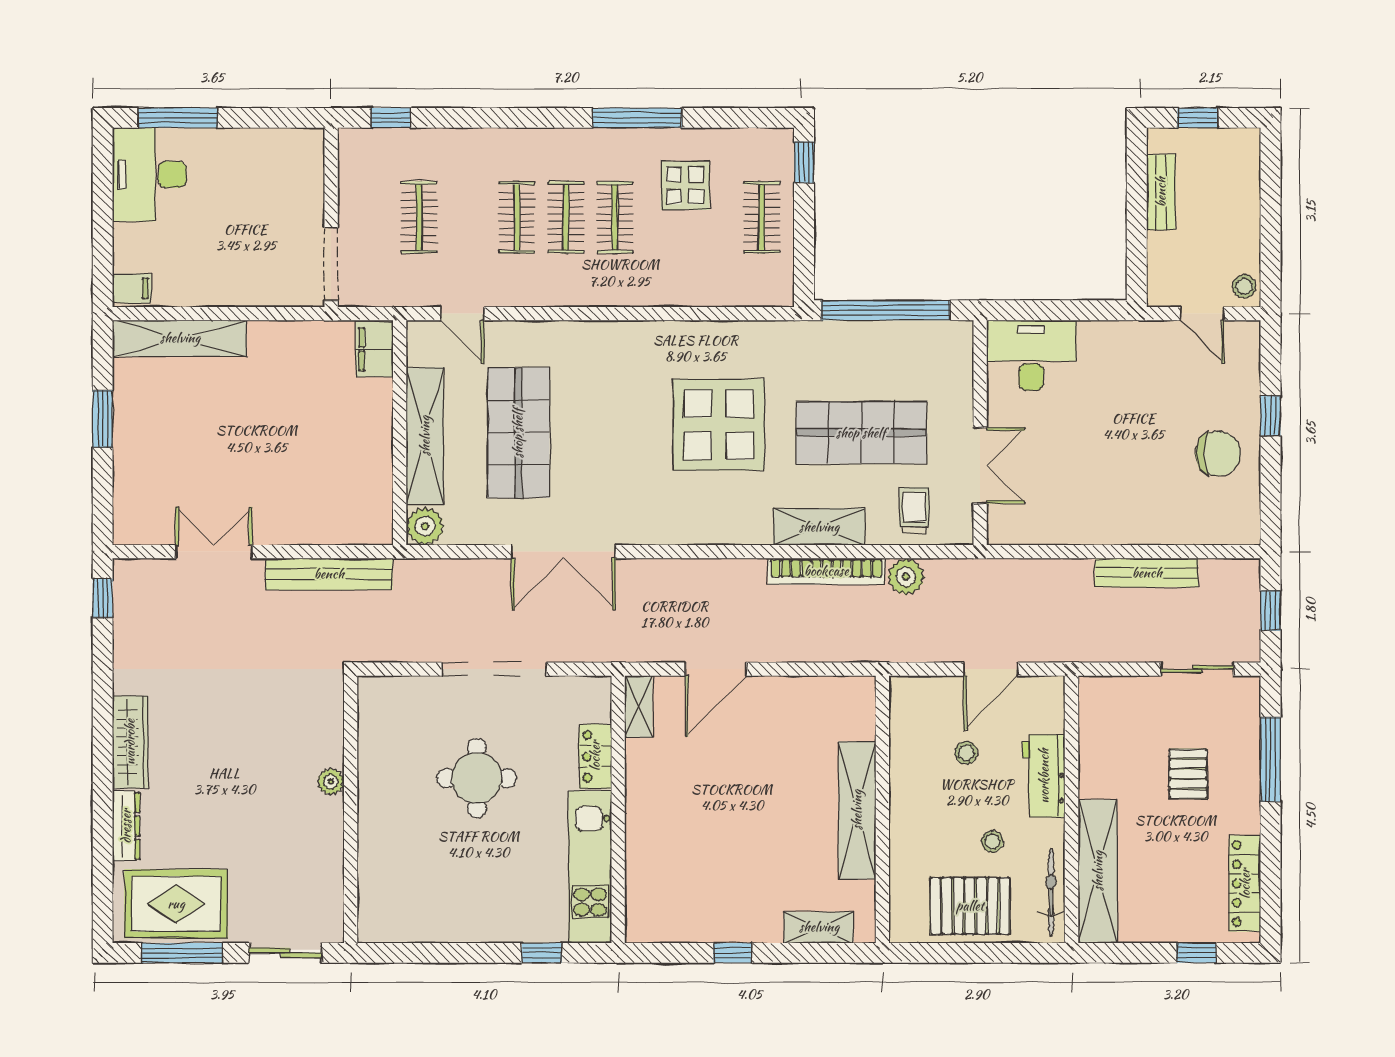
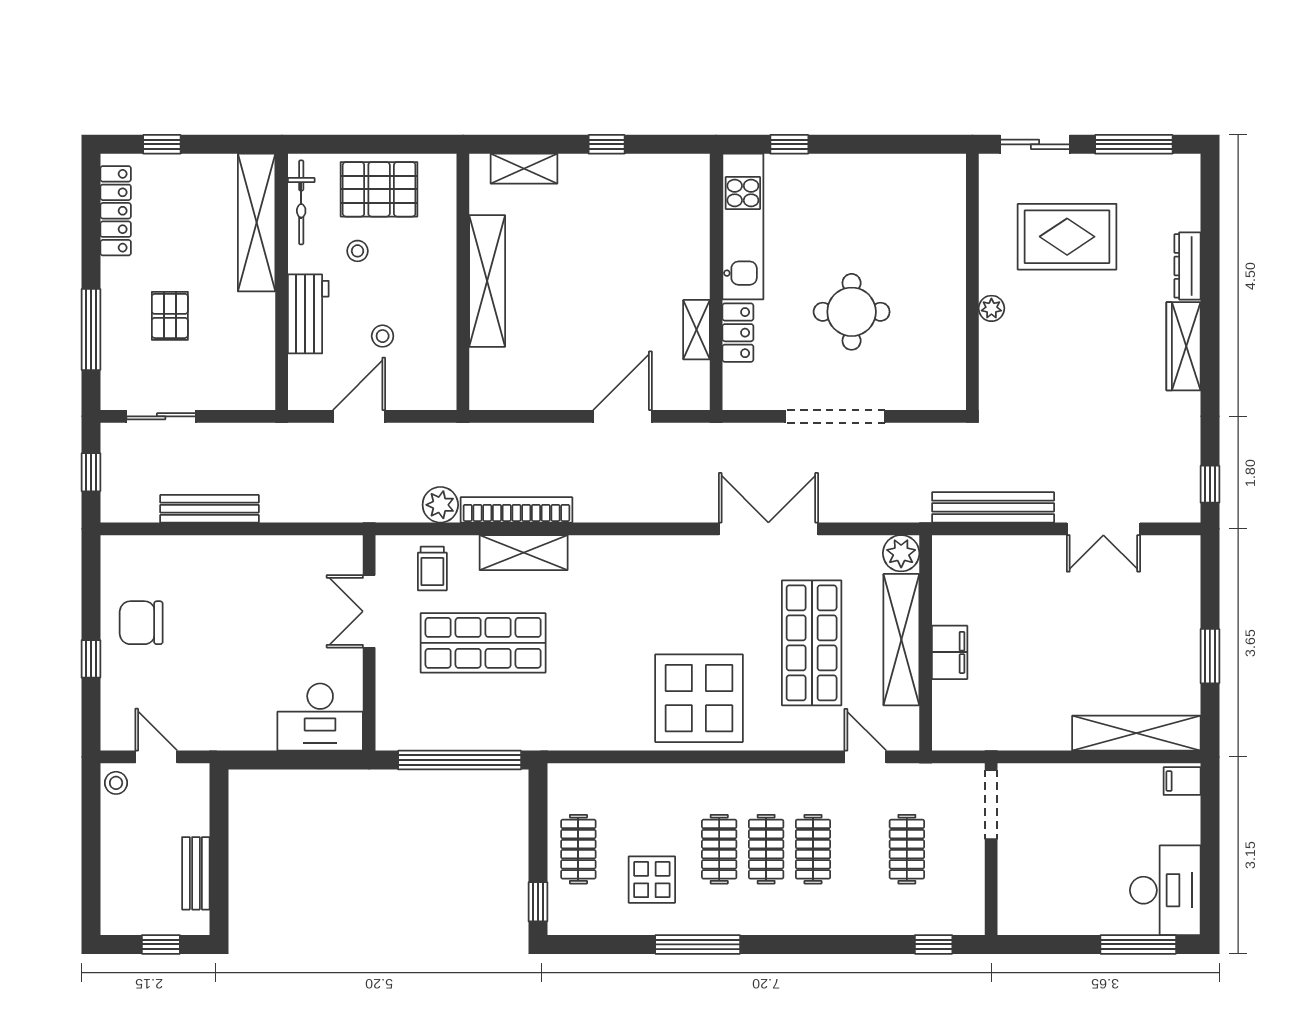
filing cabinet: (374, 349) -> (950, 652), moved
display table: (719, 425) -> (699, 698), moved
shelving: (639, 707) -> (696, 330), moved
rug: (176, 904) -> (1067, 237), moved

